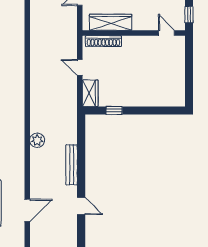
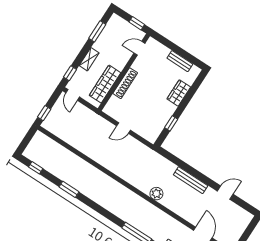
shoe rack: (103, 41) -> (125, 83), moved
bench: (180, 80) -> (180, 61), added
wardrobe: (90, 93) -> (179, 93), moved, turned -90

